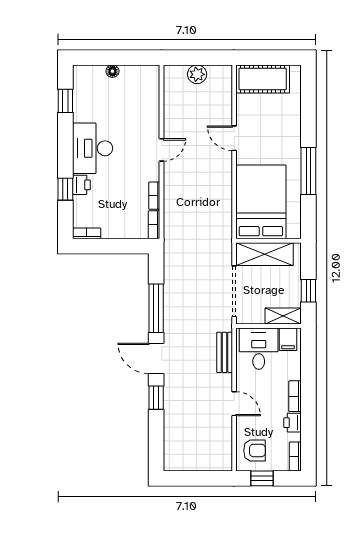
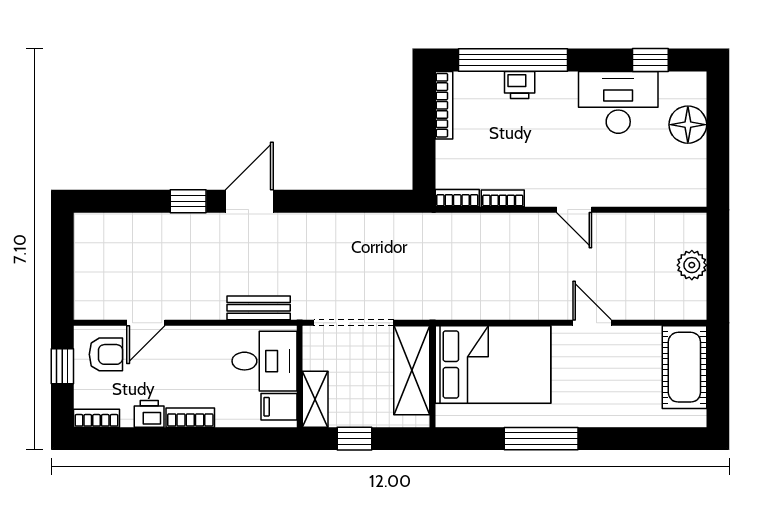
floor lamp: (112, 71) -> (688, 125), width x1.89, depth x1.89
door: (234, 138) -> (592, 323), hinge flipped
desk: (93, 148) -> (618, 102), moved
window: (65, 189) -> (513, 60), width x3.17
bookcase: (87, 233) -> (444, 105), width x1.56
window: (156, 308) -> (327, 201), removed
door: (234, 404) -> (146, 323), moved
armchair: (254, 450) -> (106, 354), turned -90

